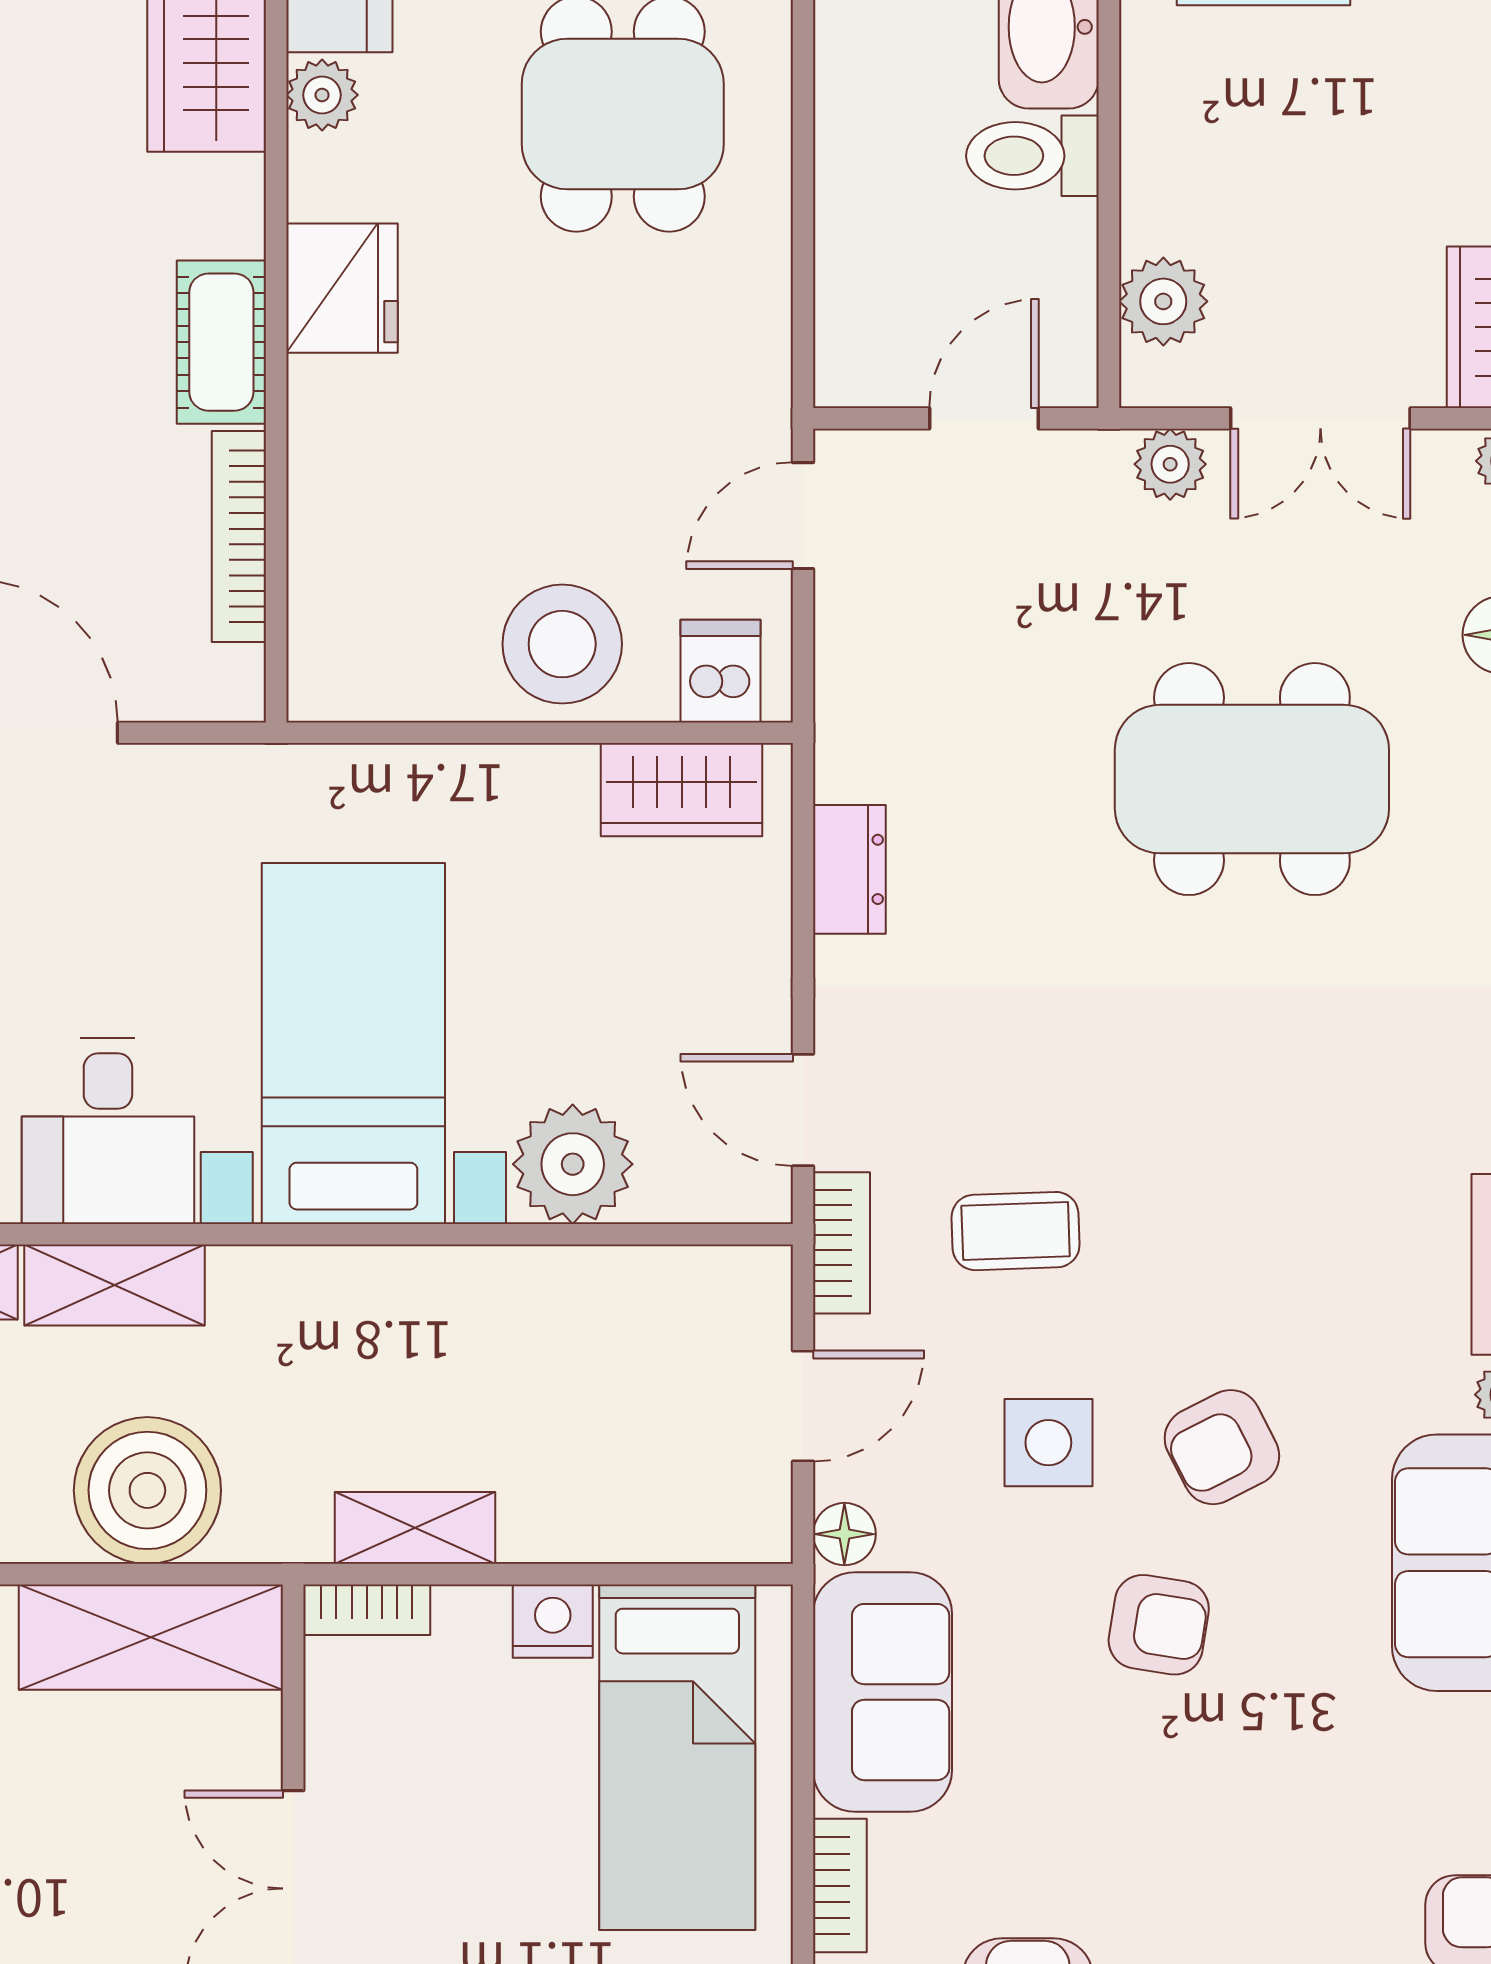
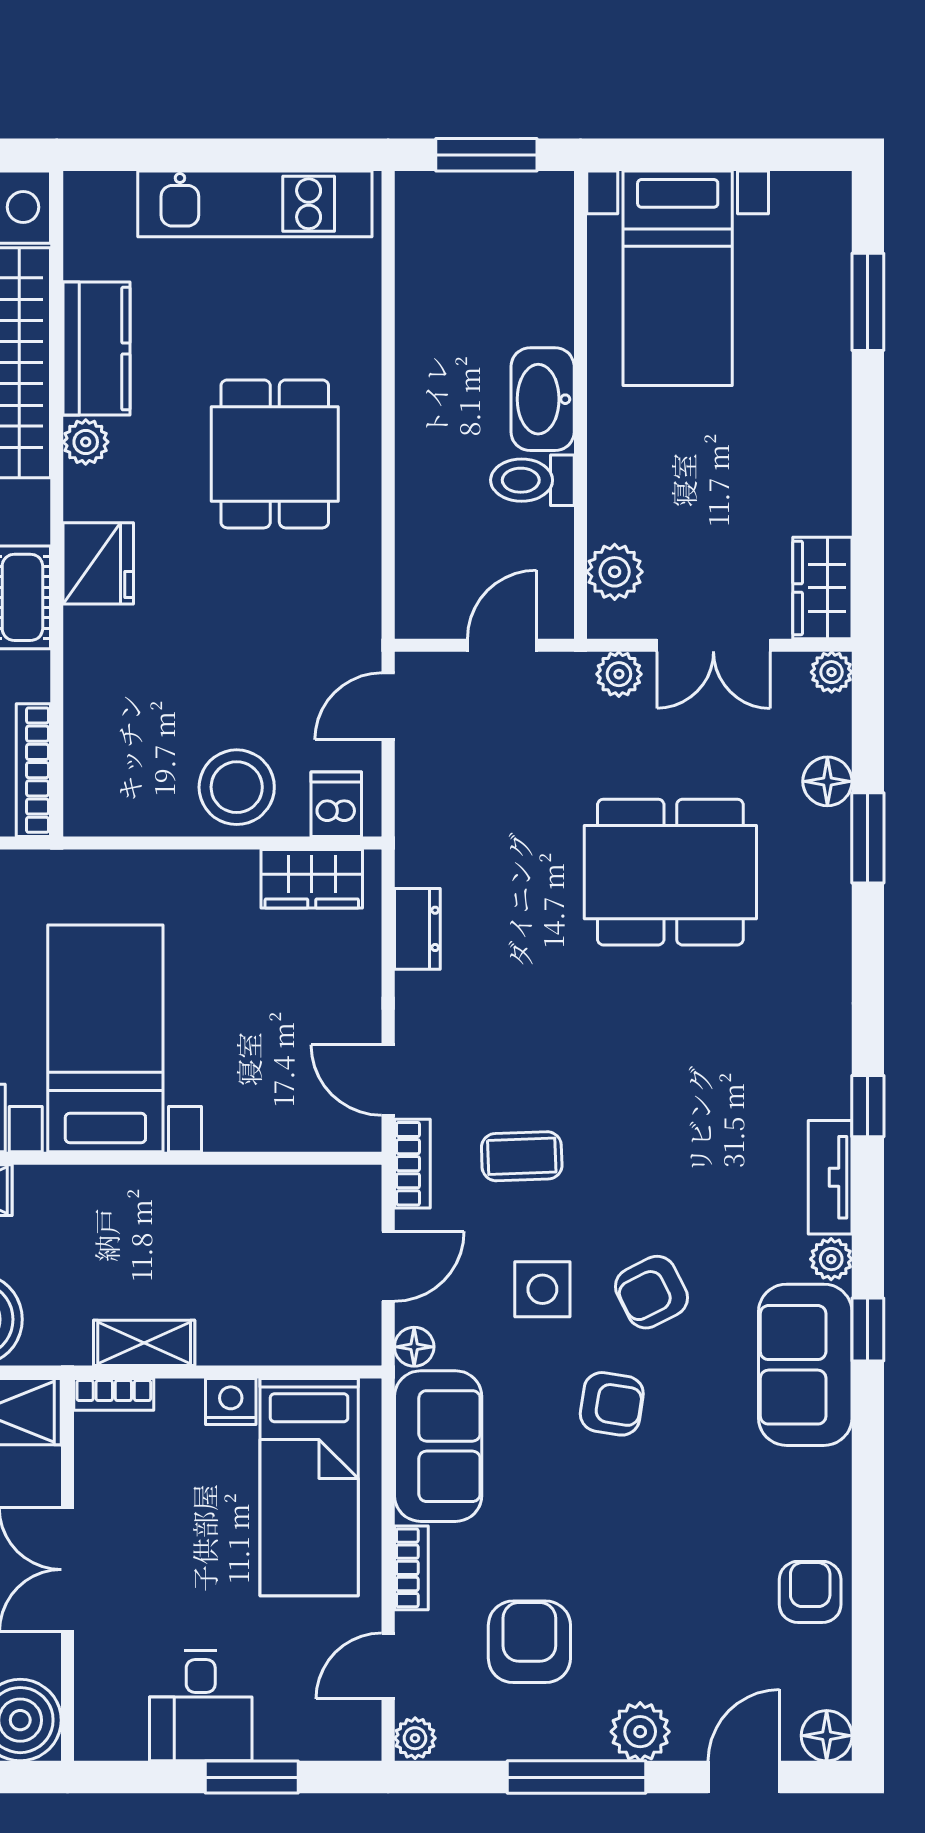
bookcase: (239, 536) -> (33, 770), moved
plant: (573, 1164) -> (243, 1114), removed

